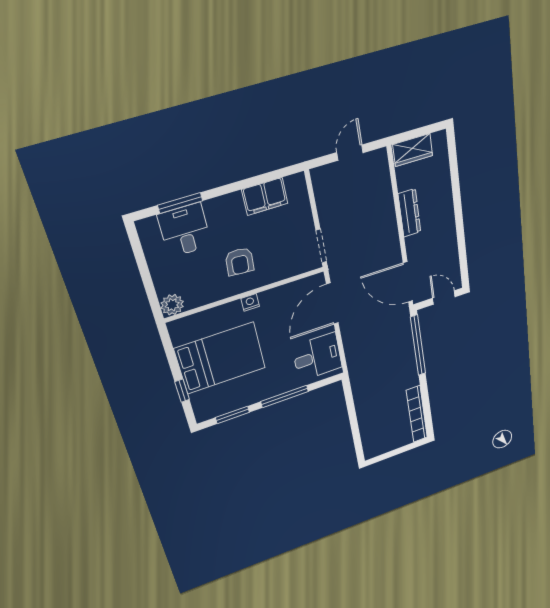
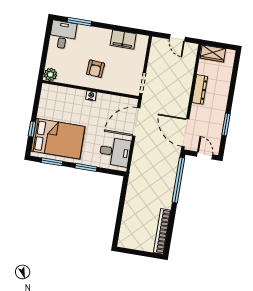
door: (350, 153) -> (177, 38), swing flipped
desk: (185, 230) -> (63, 35), moved
window: (461, 242) -> (226, 124), added
bed: (220, 358) -> (58, 139), moved
window: (285, 396) -> (86, 167), width x0.69

